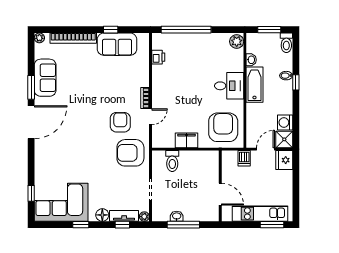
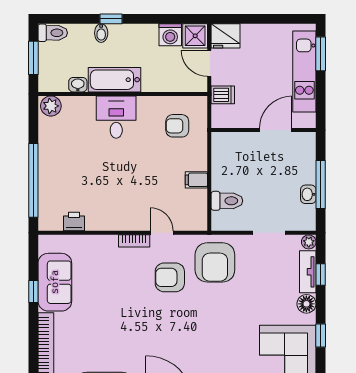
armchair: (223, 127) -> (177, 126), width x0.53, depth x0.53
filing cabinet: (186, 140) -> (196, 180), width x0.50

